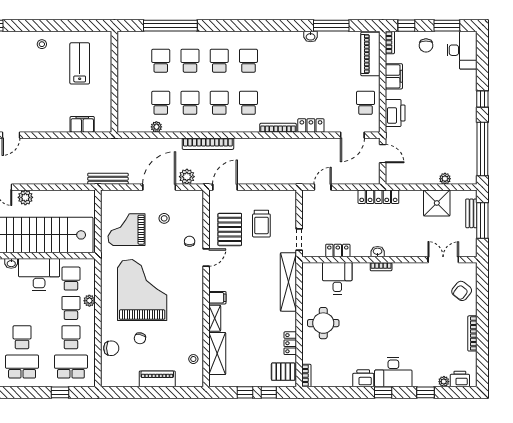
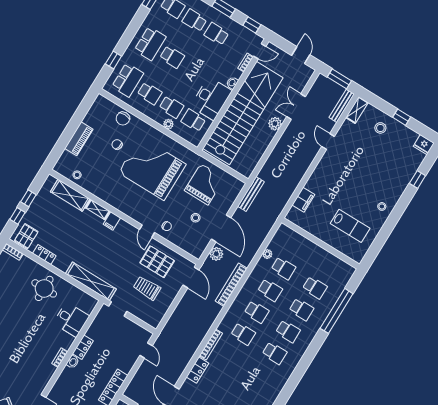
locker: (338, 250) -> (83, 347), moved
school desk: (71, 279) -> (193, 120), turned 180
grand piano: (142, 290) -> (152, 168), turned 180

